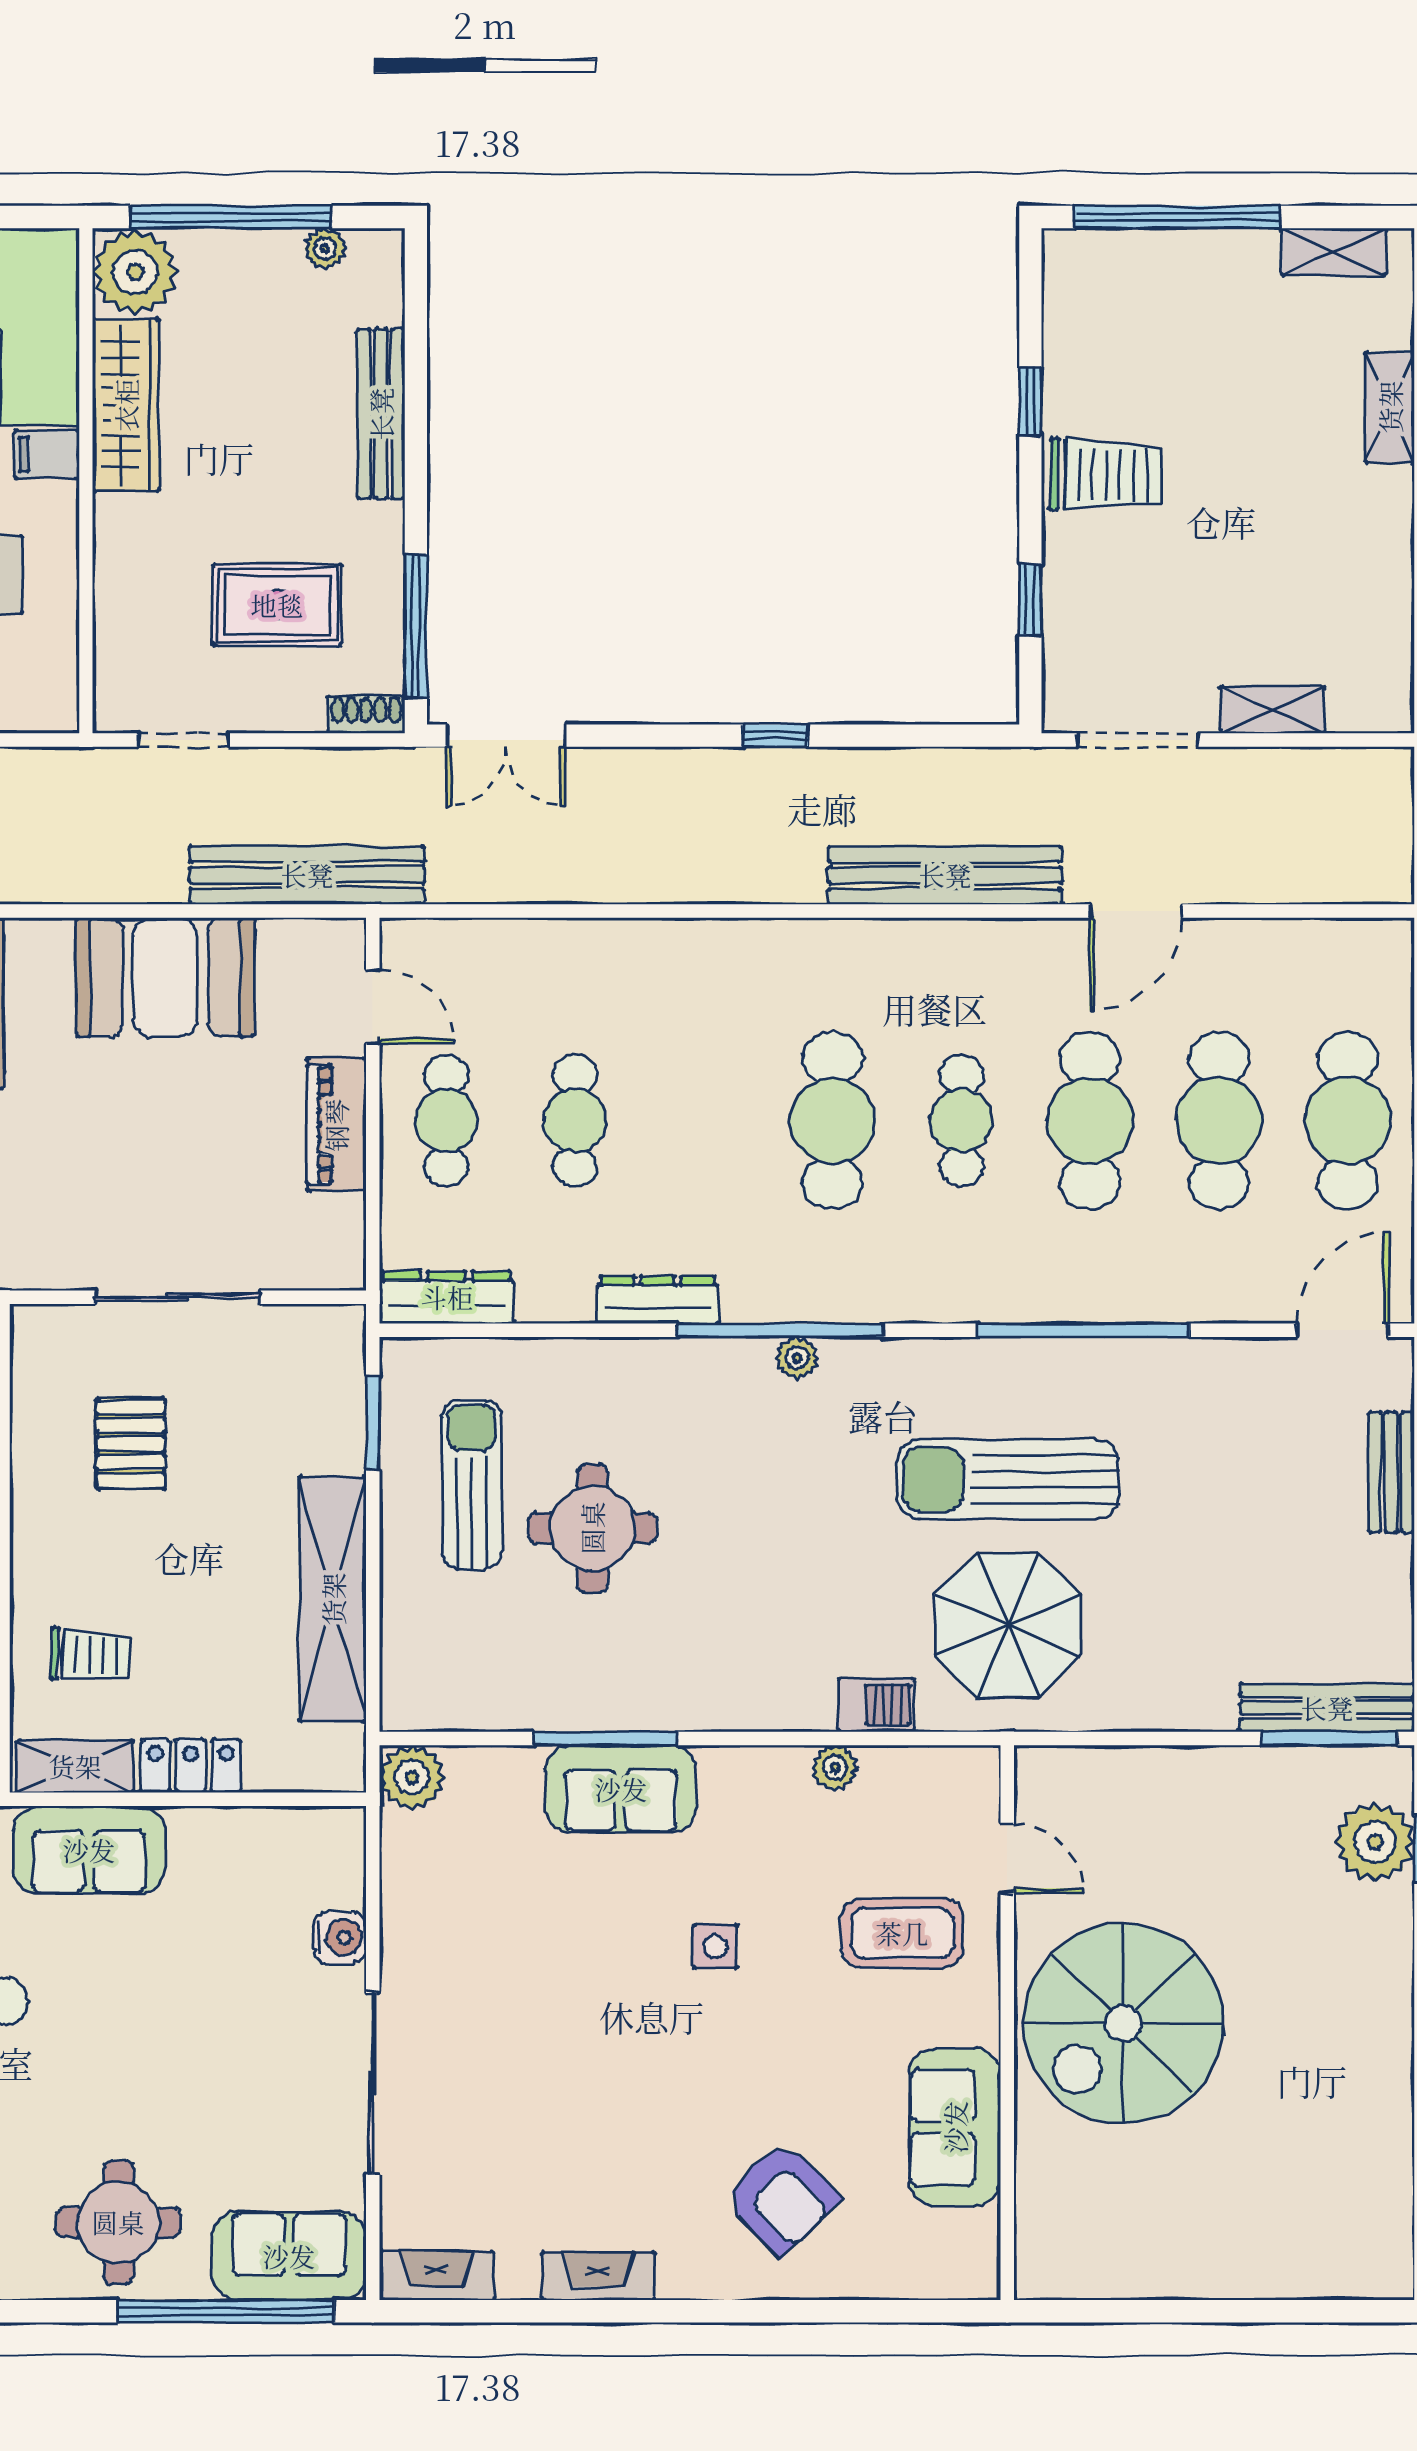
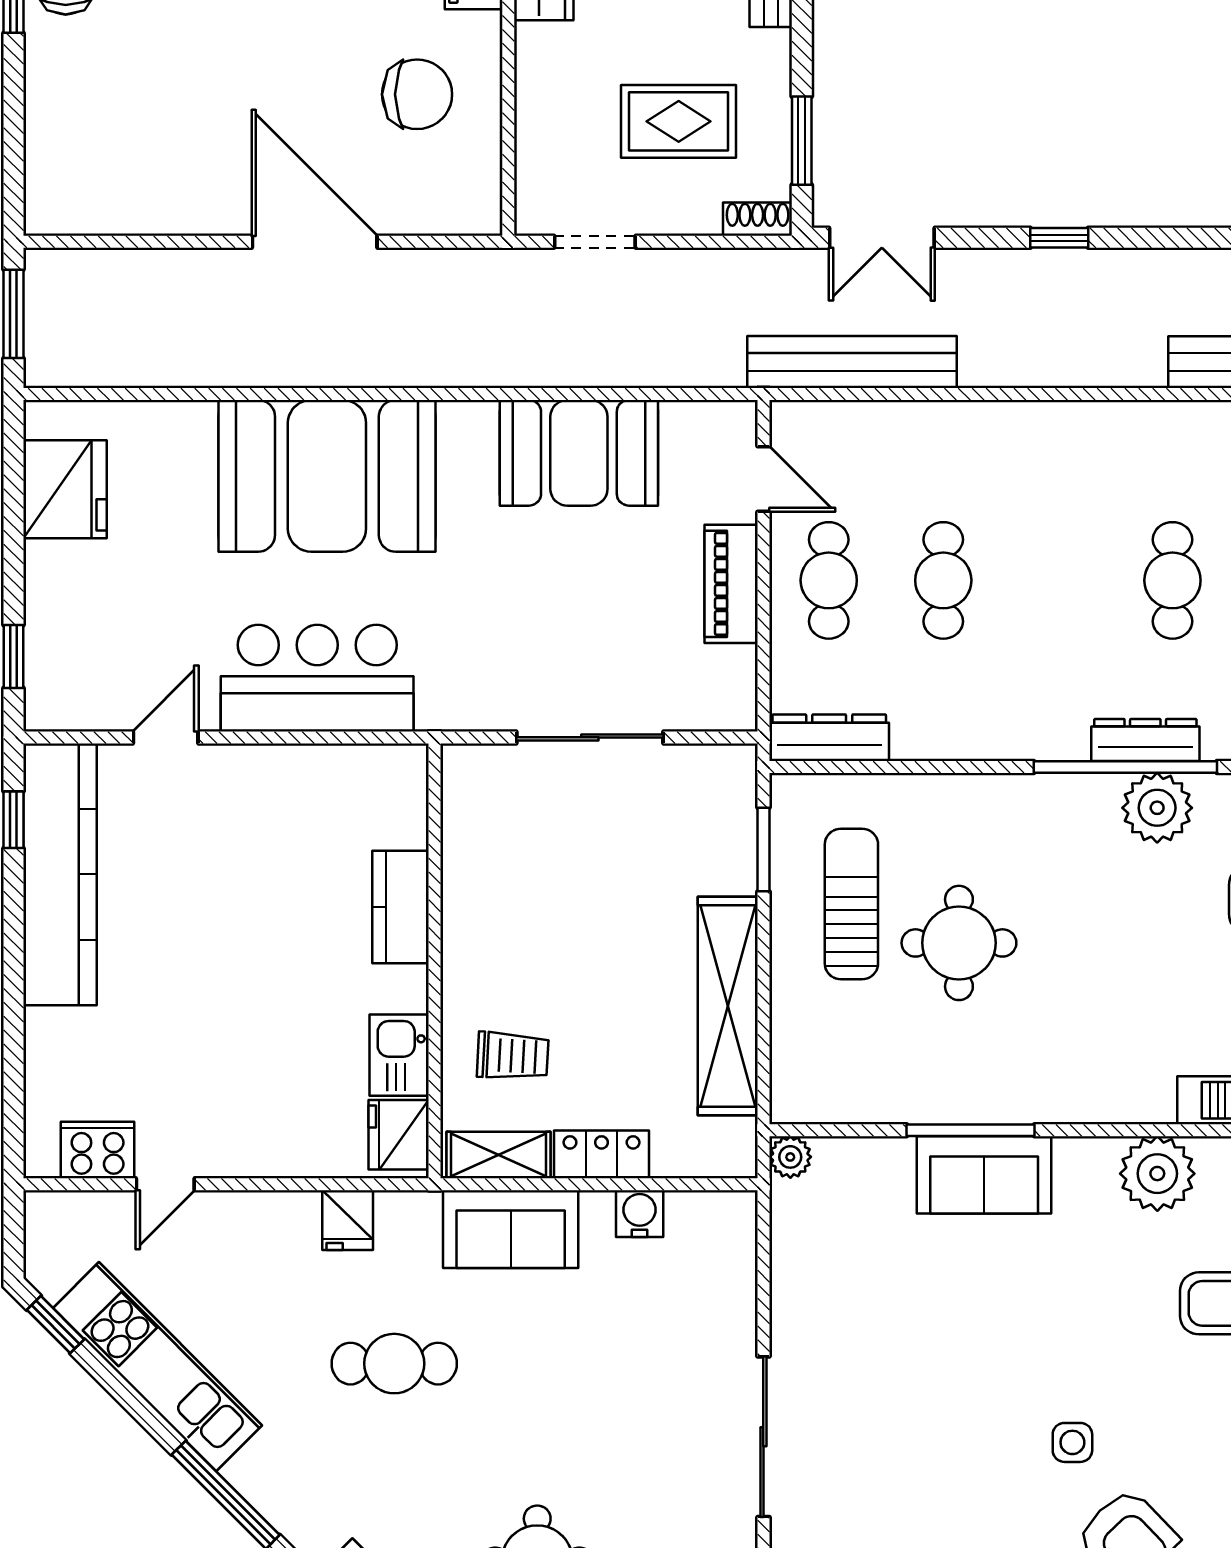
window: (416, 626) -> (802, 141), width x0.69
window: (775, 736) -> (1059, 238), moved
bench: (307, 875) -> (852, 362), moved
cafe table: (832, 1121) -> (1172, 580), width x0.73, depth x0.74
dresser: (658, 1300) -> (1145, 740), moved
plant: (797, 1358) -> (1157, 808), width x1.88, depth x1.88
pallet: (131, 1444) -> (548, 868), removed
plant: (835, 1768) -> (1157, 1174), width x1.87, depth x1.87
plant: (412, 1778) -> (790, 1157), width x0.73, depth x0.73
water cooler: (340, 1938) -> (640, 1214), moved, turned -90
side table: (715, 1946) -> (1072, 1442), moved

